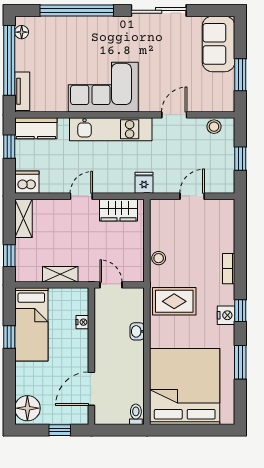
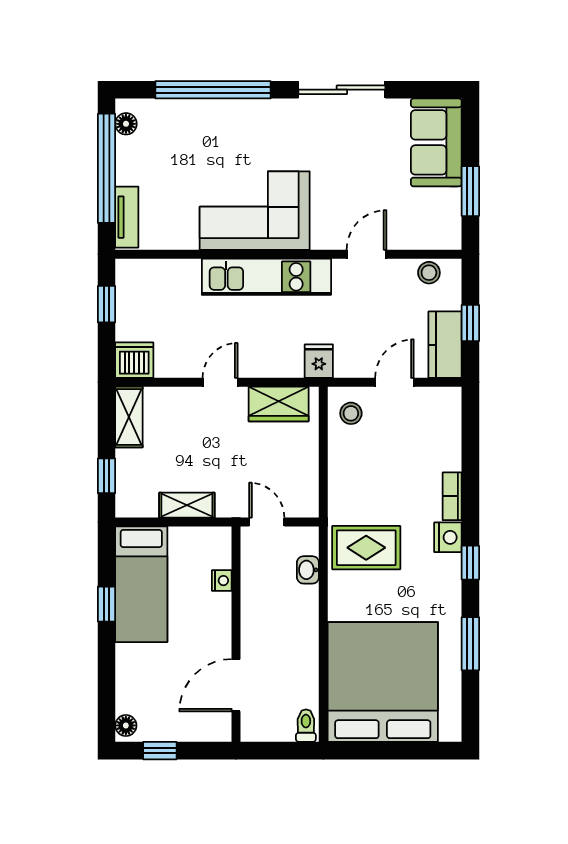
kitchen counter: (36, 128) -> (445, 345), moved, turned 90
stool: (159, 258) -> (351, 413), moved
nightstand: (226, 315) -> (448, 537), moved
washbasin: (137, 331) -> (308, 570), moved
floor lamp: (27, 408) -> (126, 725), width x0.53, depth x0.53
window: (60, 430) -> (160, 751), moved

